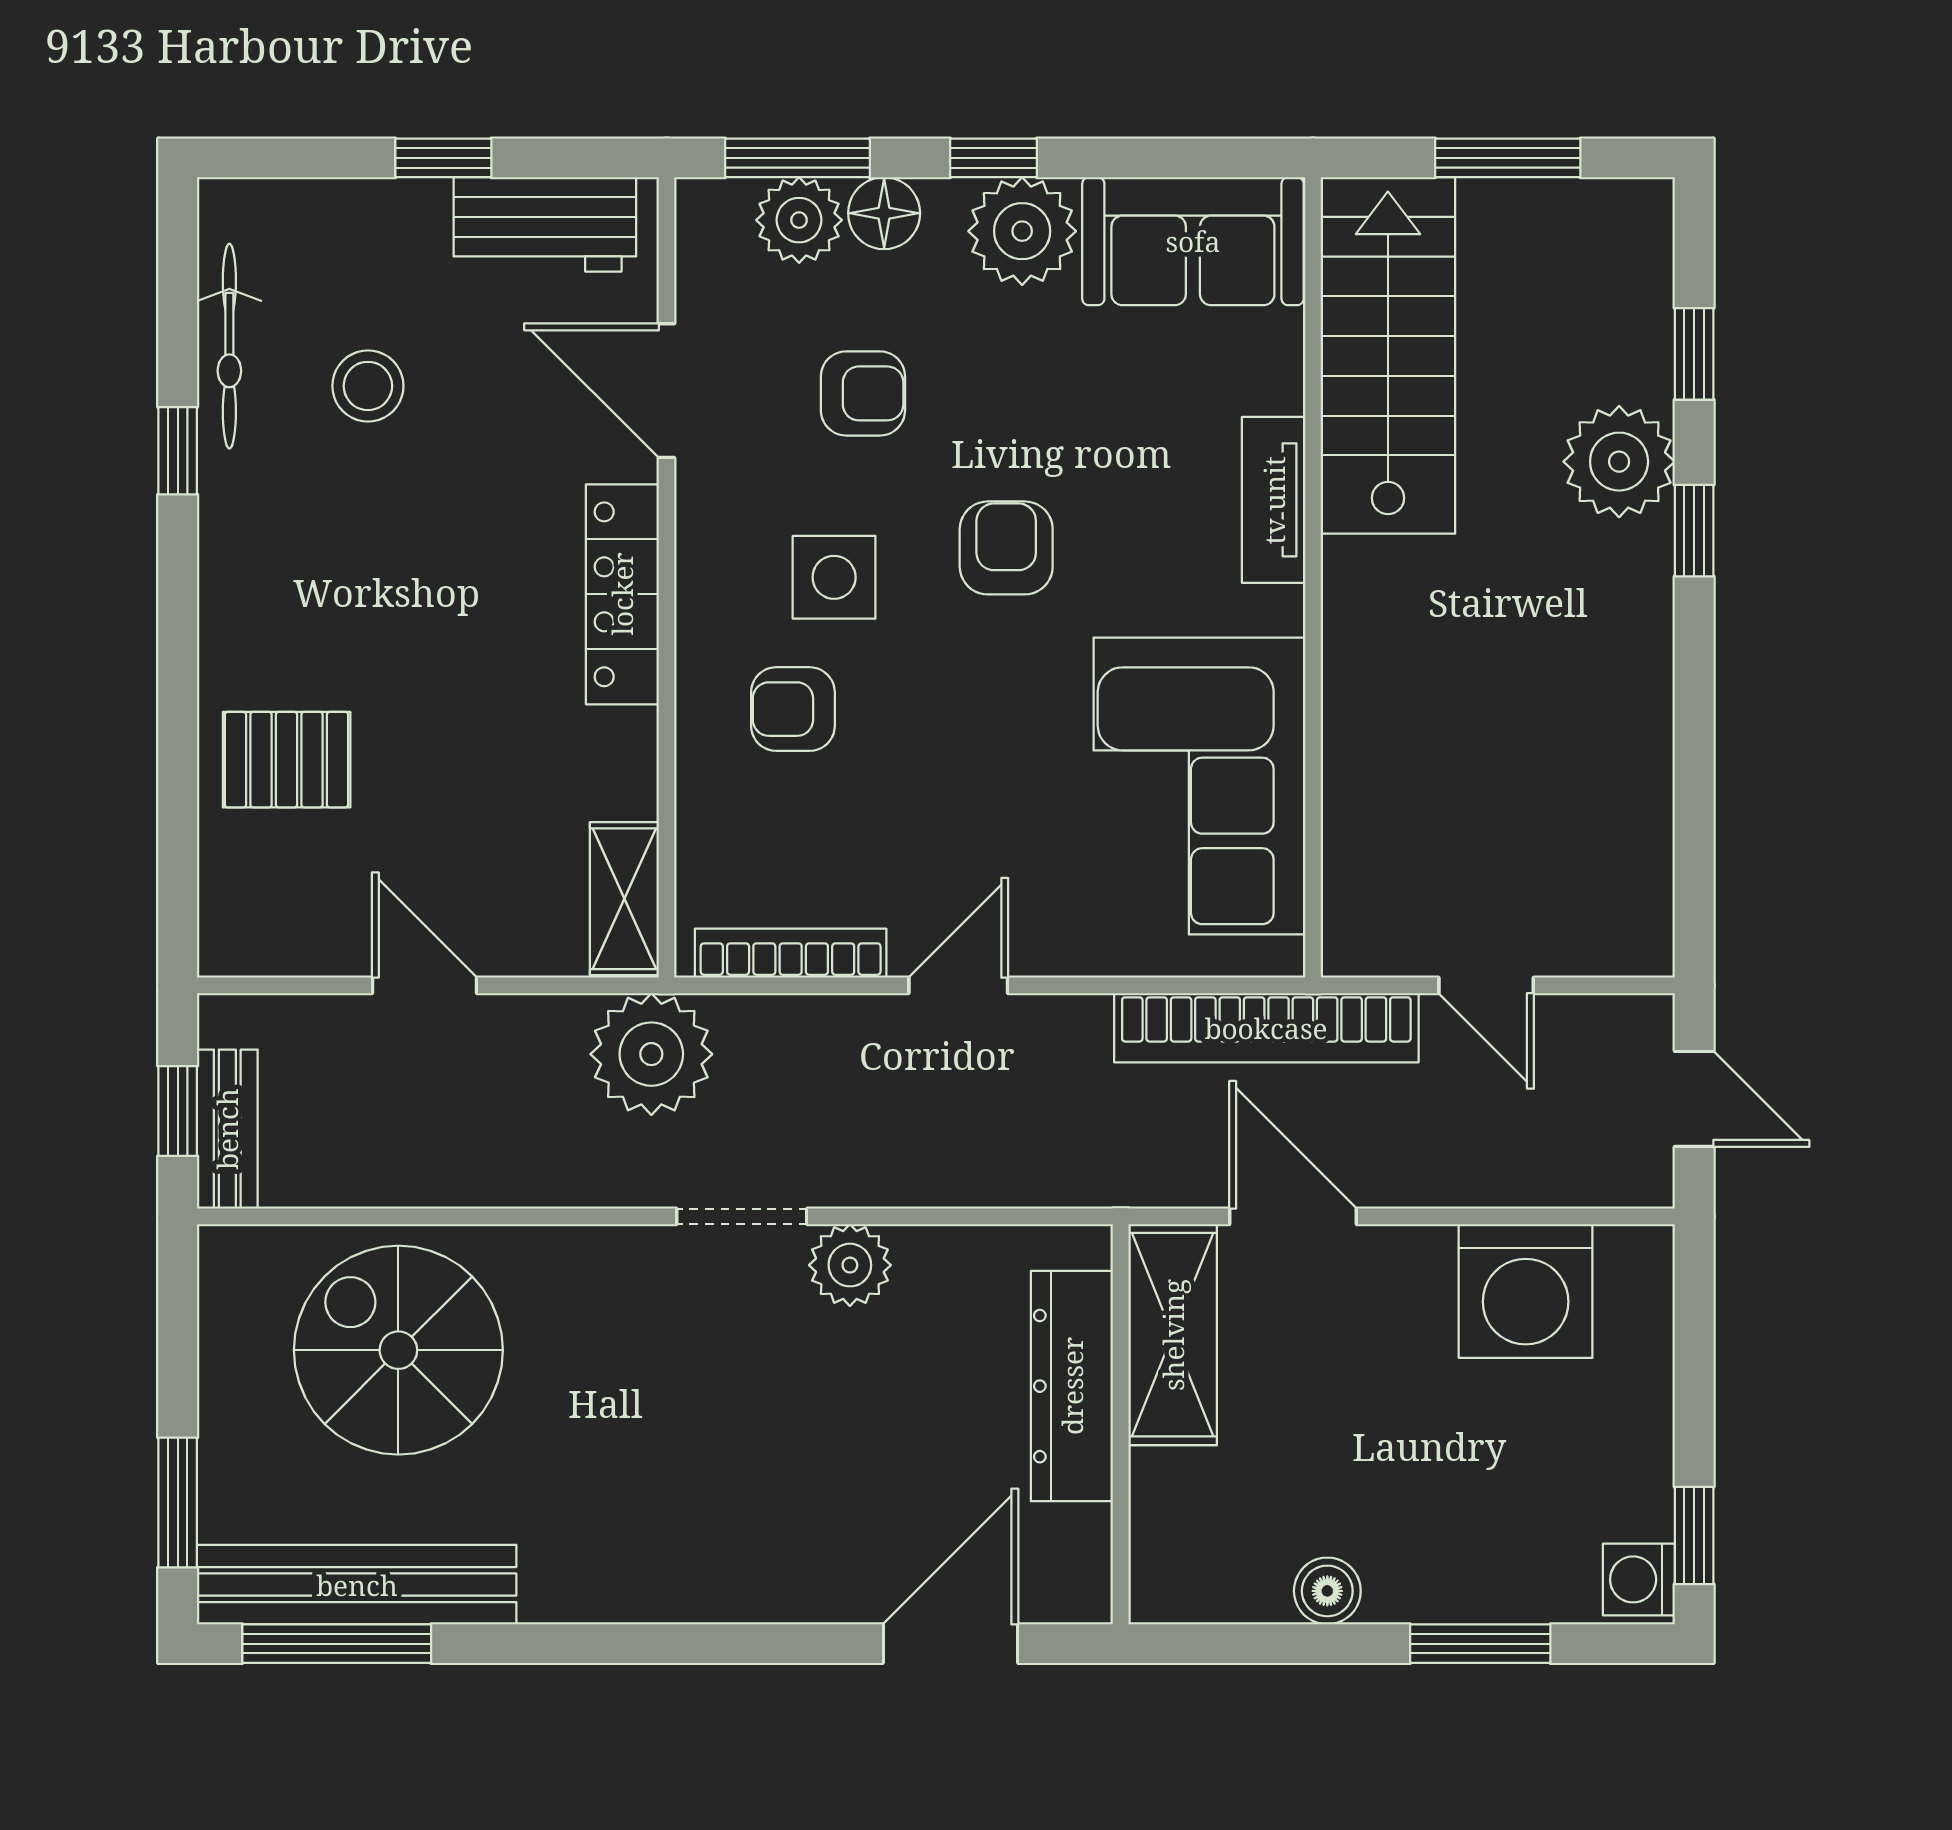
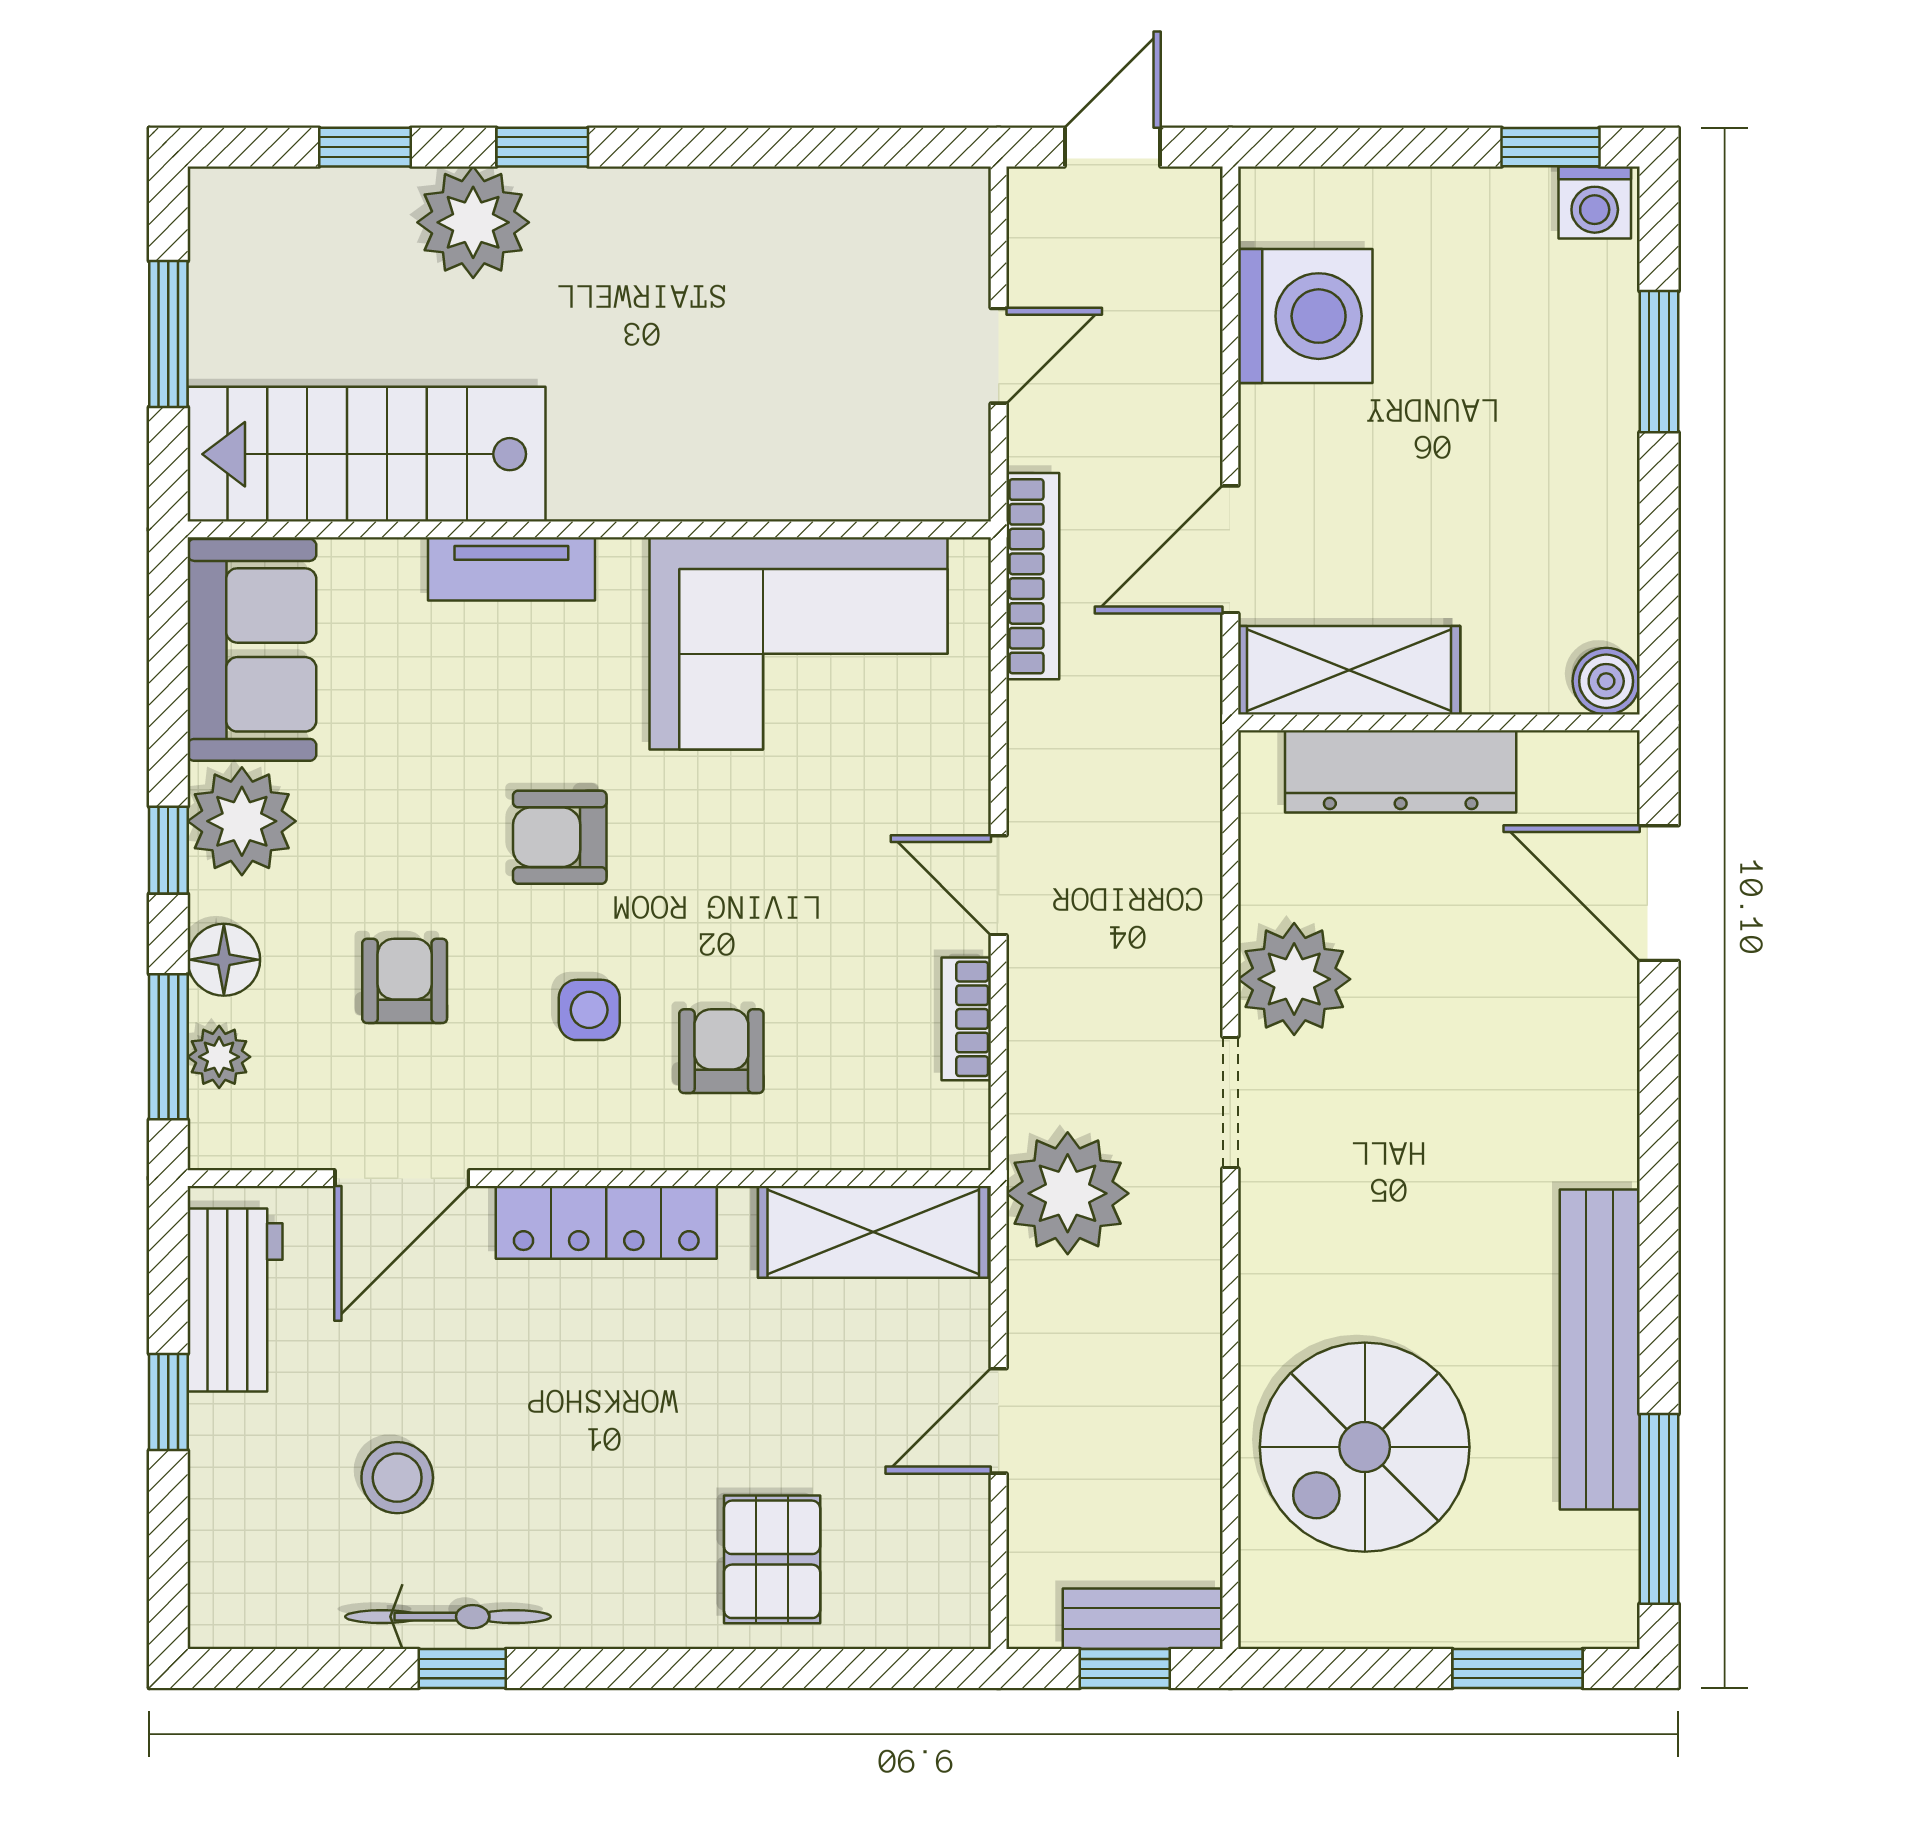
plant: (799, 220) -> (219, 1057), width x0.73, depth x0.73
bicycle: (229, 346) -> (448, 1617), moved
side table: (834, 577) -> (589, 1010), width x0.73, depth x0.73
armchair: (793, 709) -> (721, 1051), turned 180
shelving: (624, 899) -> (873, 1232), width x1.50, depth x1.33
bookcase: (791, 953) -> (966, 1019), width x0.64
bookcase: (1266, 1028) -> (1033, 576), width x0.68, depth x0.76
plant: (850, 1265) -> (1294, 979), width x1.36, depth x1.36
bench: (357, 1585) -> (1600, 1349), moved
boiler: (1327, 1591) -> (1606, 681), moved

